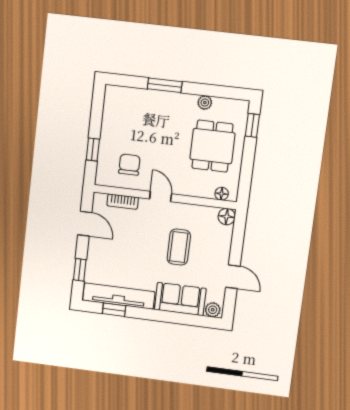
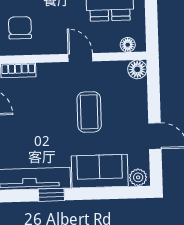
door: (161, 196) -> (80, 58), moved
window: (114, 310) -> (51, 195), moved

